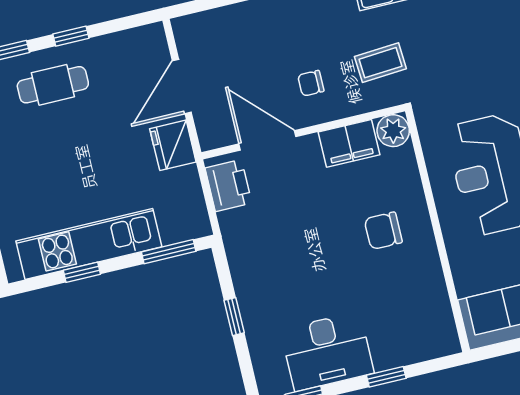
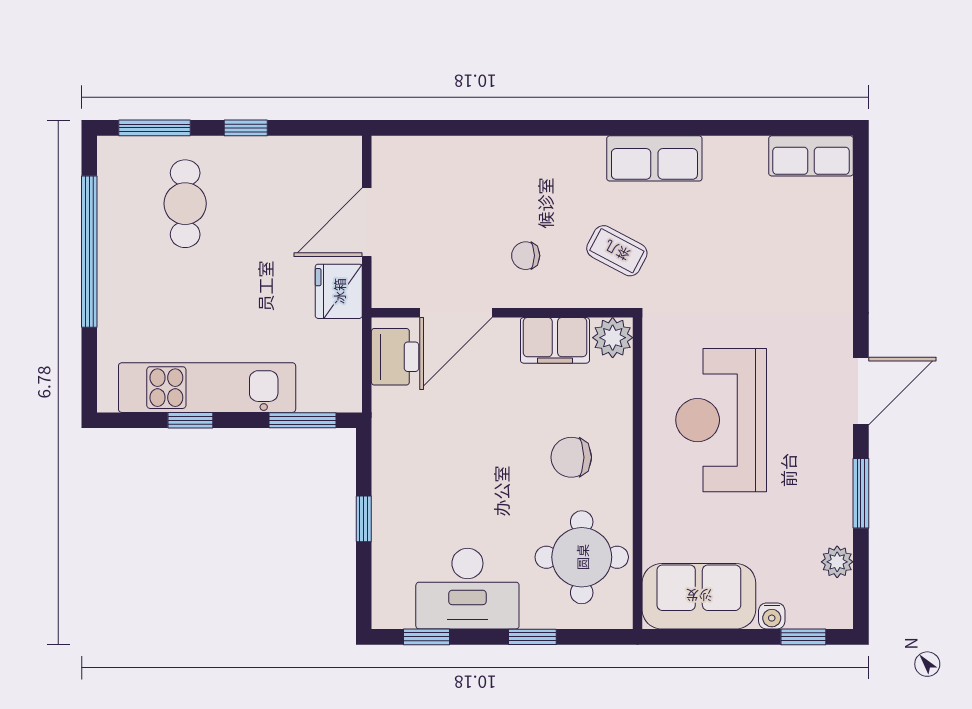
coffee table: (380, 63) -> (617, 251), turned 32
cafe table: (53, 85) -> (185, 204), moved, turned 90
door: (267, 140) -> (456, 313), swing flipped
round table: (410, 306) -> (582, 557), added

